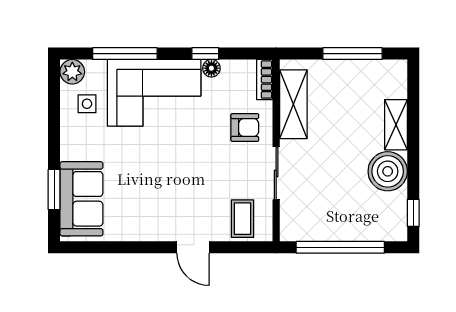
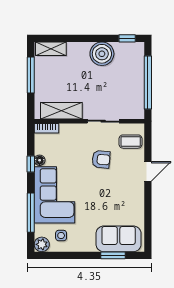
shelving: (396, 125) -> (51, 49), moved
armchair: (245, 128) -> (101, 159), moved, turned 95

